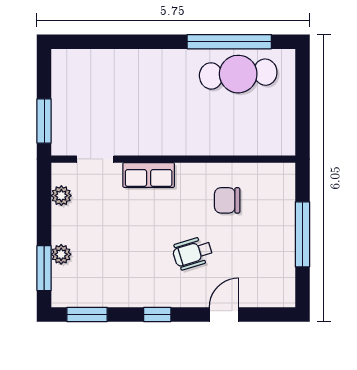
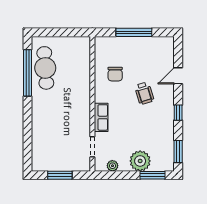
window: (44, 121) -> (60, 175), moved
plant: (61, 254) -> (140, 161), width x1.87, depth x1.87
door: (224, 314) -> (178, 76), hinge flipped

